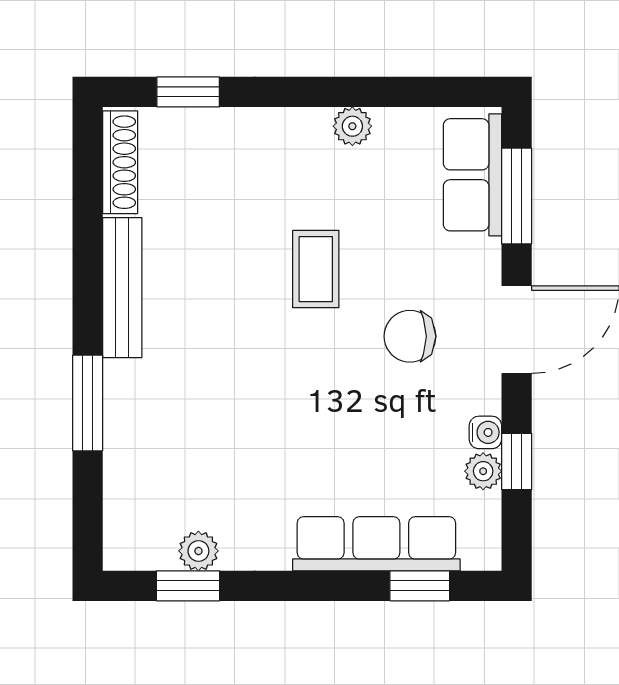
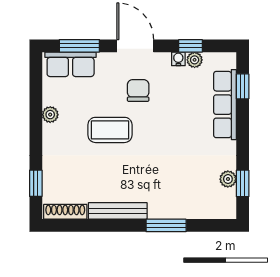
coffee table: (316, 269) -> (110, 130), width x1.36, depth x1.30
chair: (410, 336) -> (138, 90), turned 180

